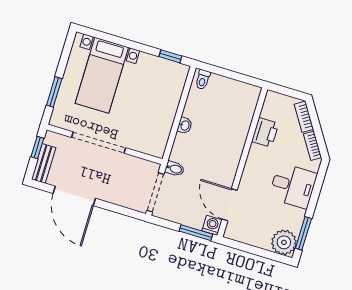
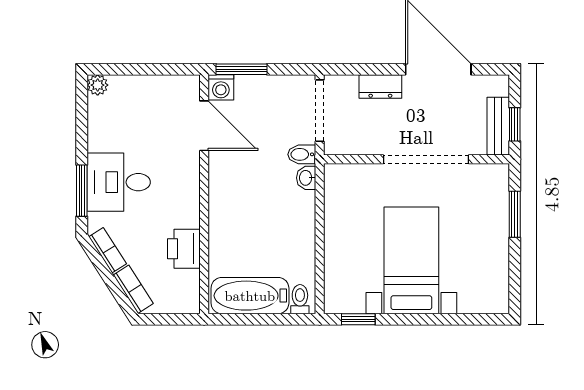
bed with nightstands: (102, 75) -> (411, 260), moved
bathtub: (233, 91) -> (250, 296), added
washbasin: (185, 125) -> (306, 178), moved
bench: (44, 163) -> (498, 126), moved
dresser: (113, 196) -> (380, 86), added
window: (303, 233) -> (82, 191), moved
plant: (284, 242) -> (98, 85), width x0.53, depth x0.53

